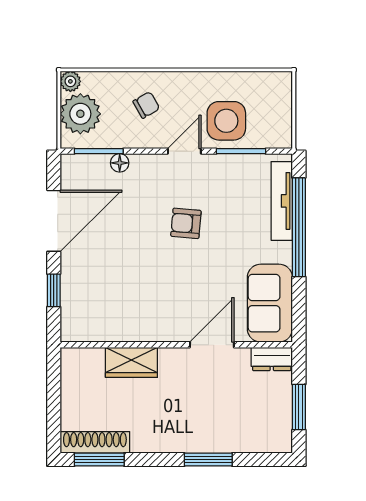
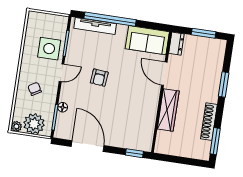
door: (184, 151) -> (62, 73), swing flipped
window: (54, 290) -> (134, 153), moved
wardrobe: (131, 362) -> (168, 110), width x1.50
shoe rack: (95, 442) -> (209, 122), moved

